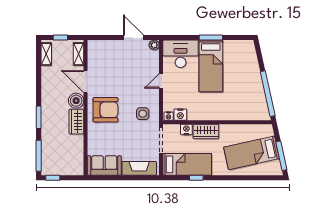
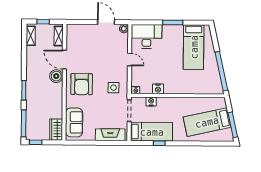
bed: (211, 66) -> (194, 47), moved
door: (161, 81) -> (130, 60), swing flipped
armchair: (106, 110) -> (82, 84), turned 90
nightstand: (180, 115) -> (158, 89), moved
wardrobe: (76, 122) -> (56, 130), moved
wardrobe: (206, 131) -> (168, 103), removed
sofa: (104, 165) -> (74, 122), moved, turned 90

